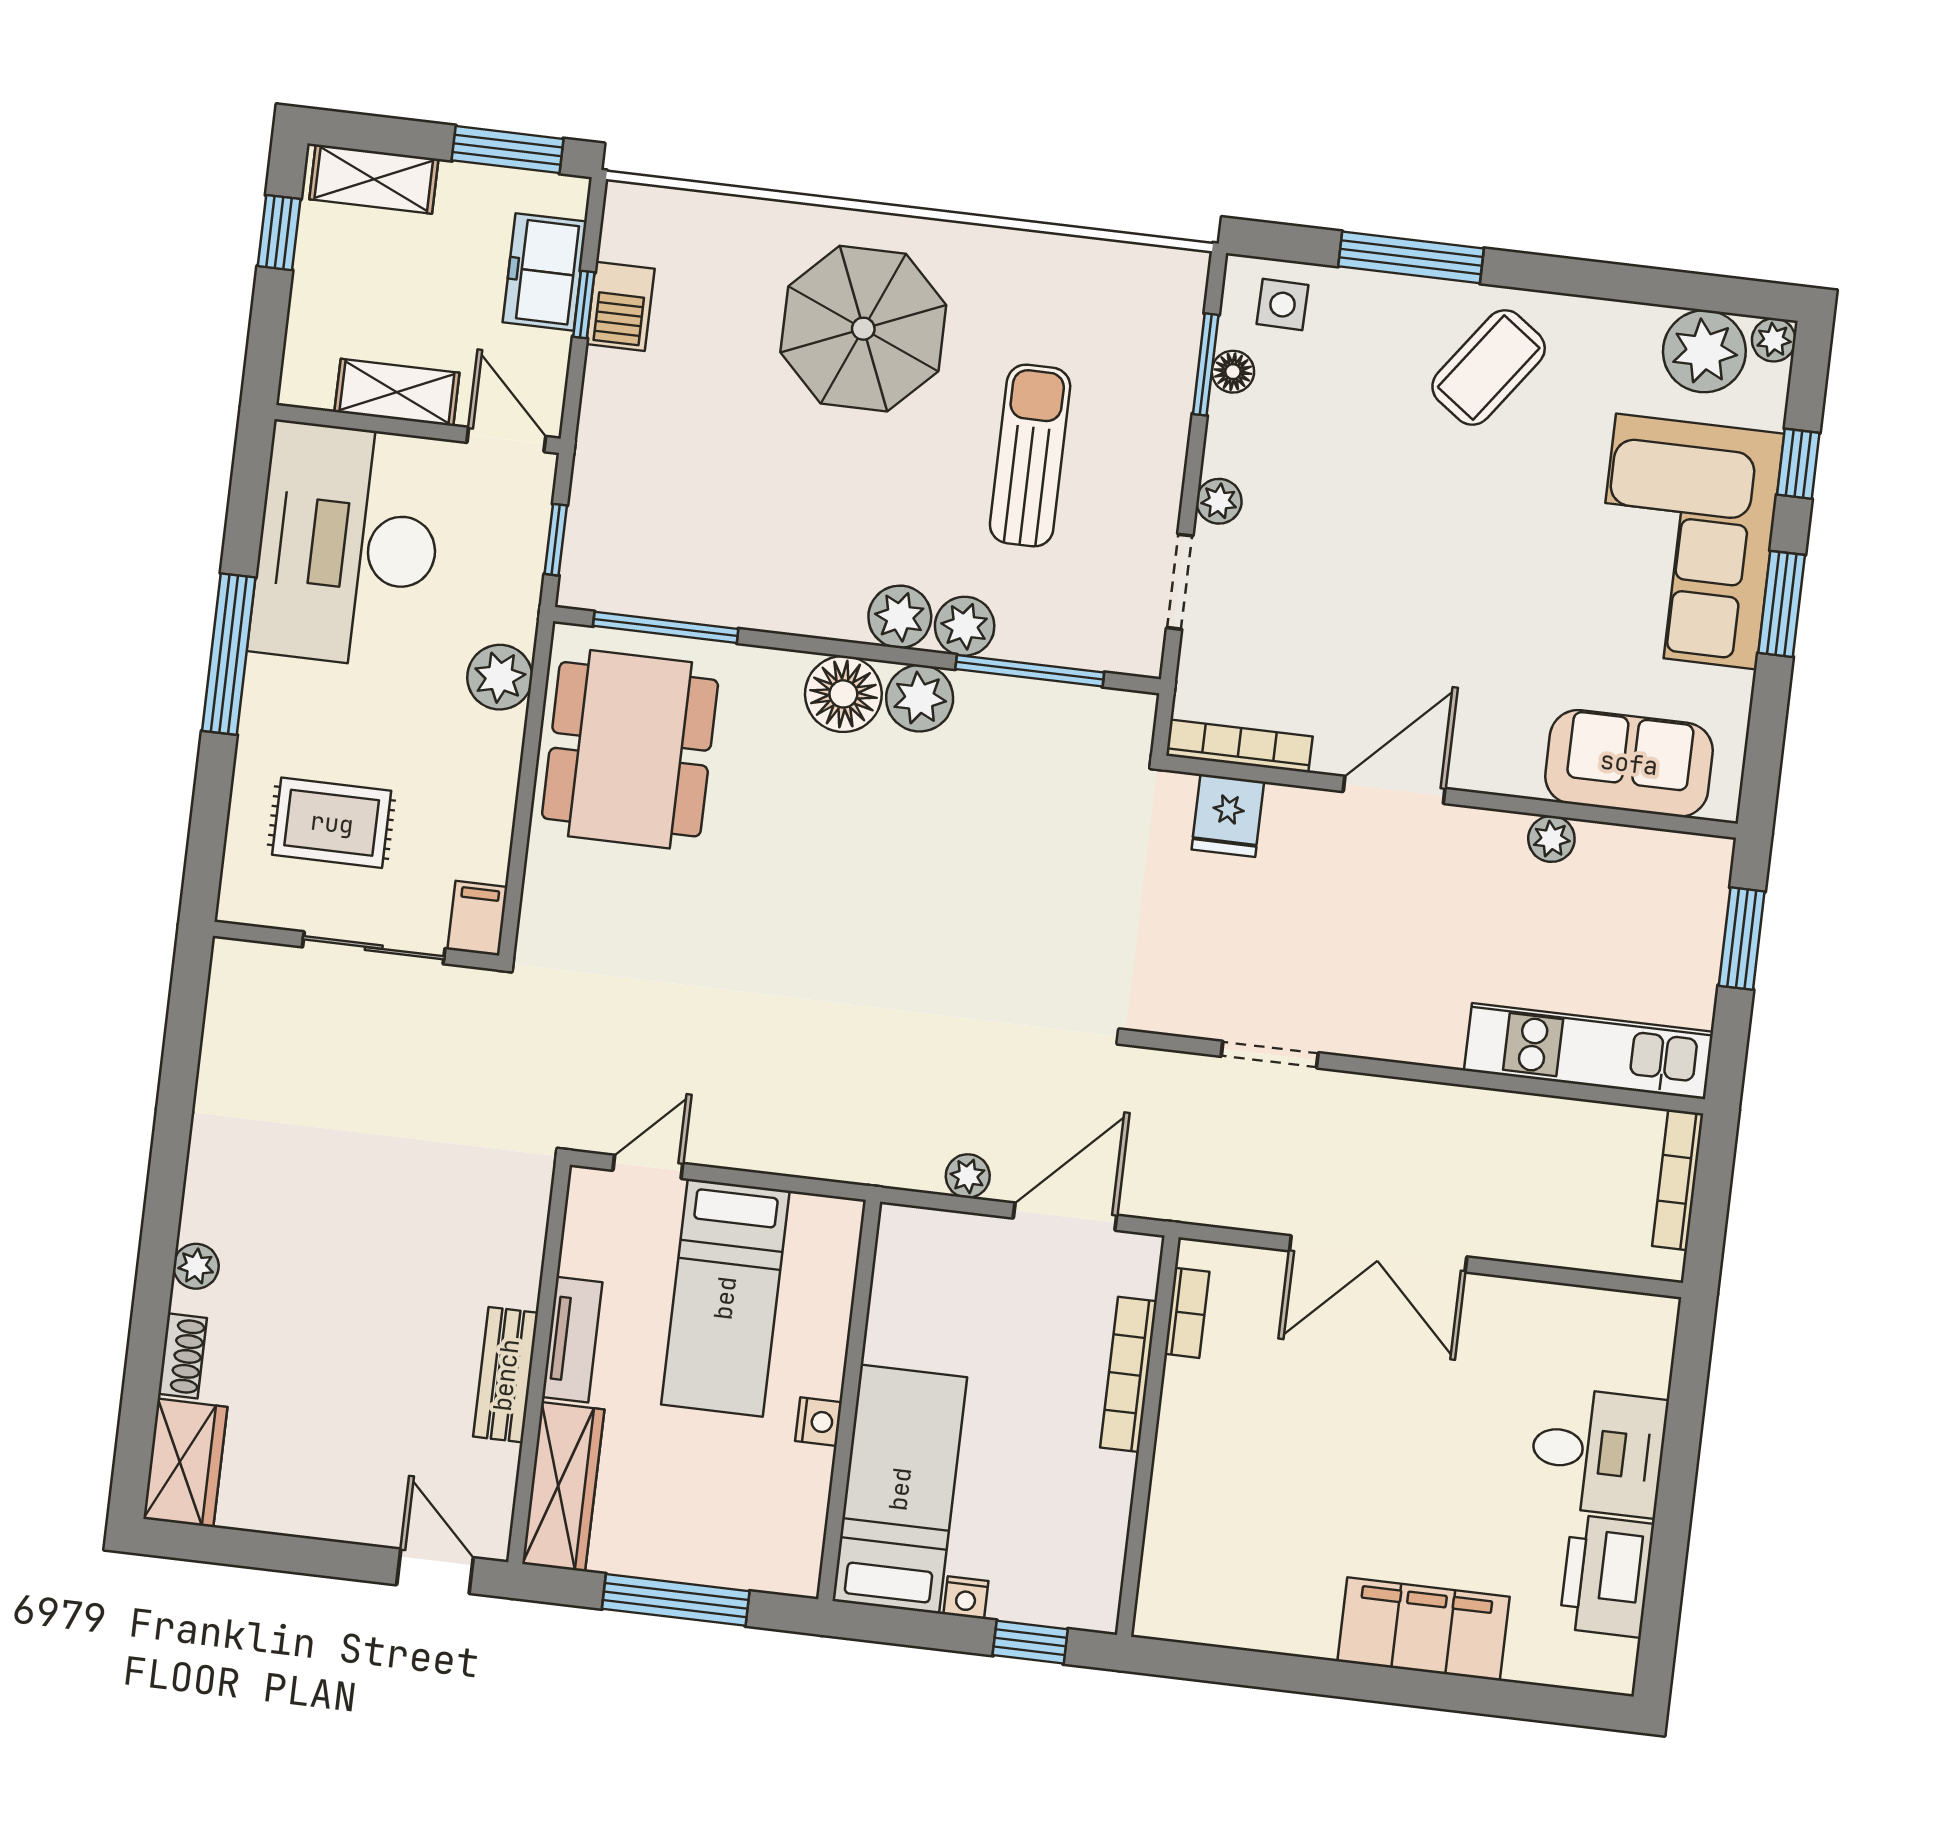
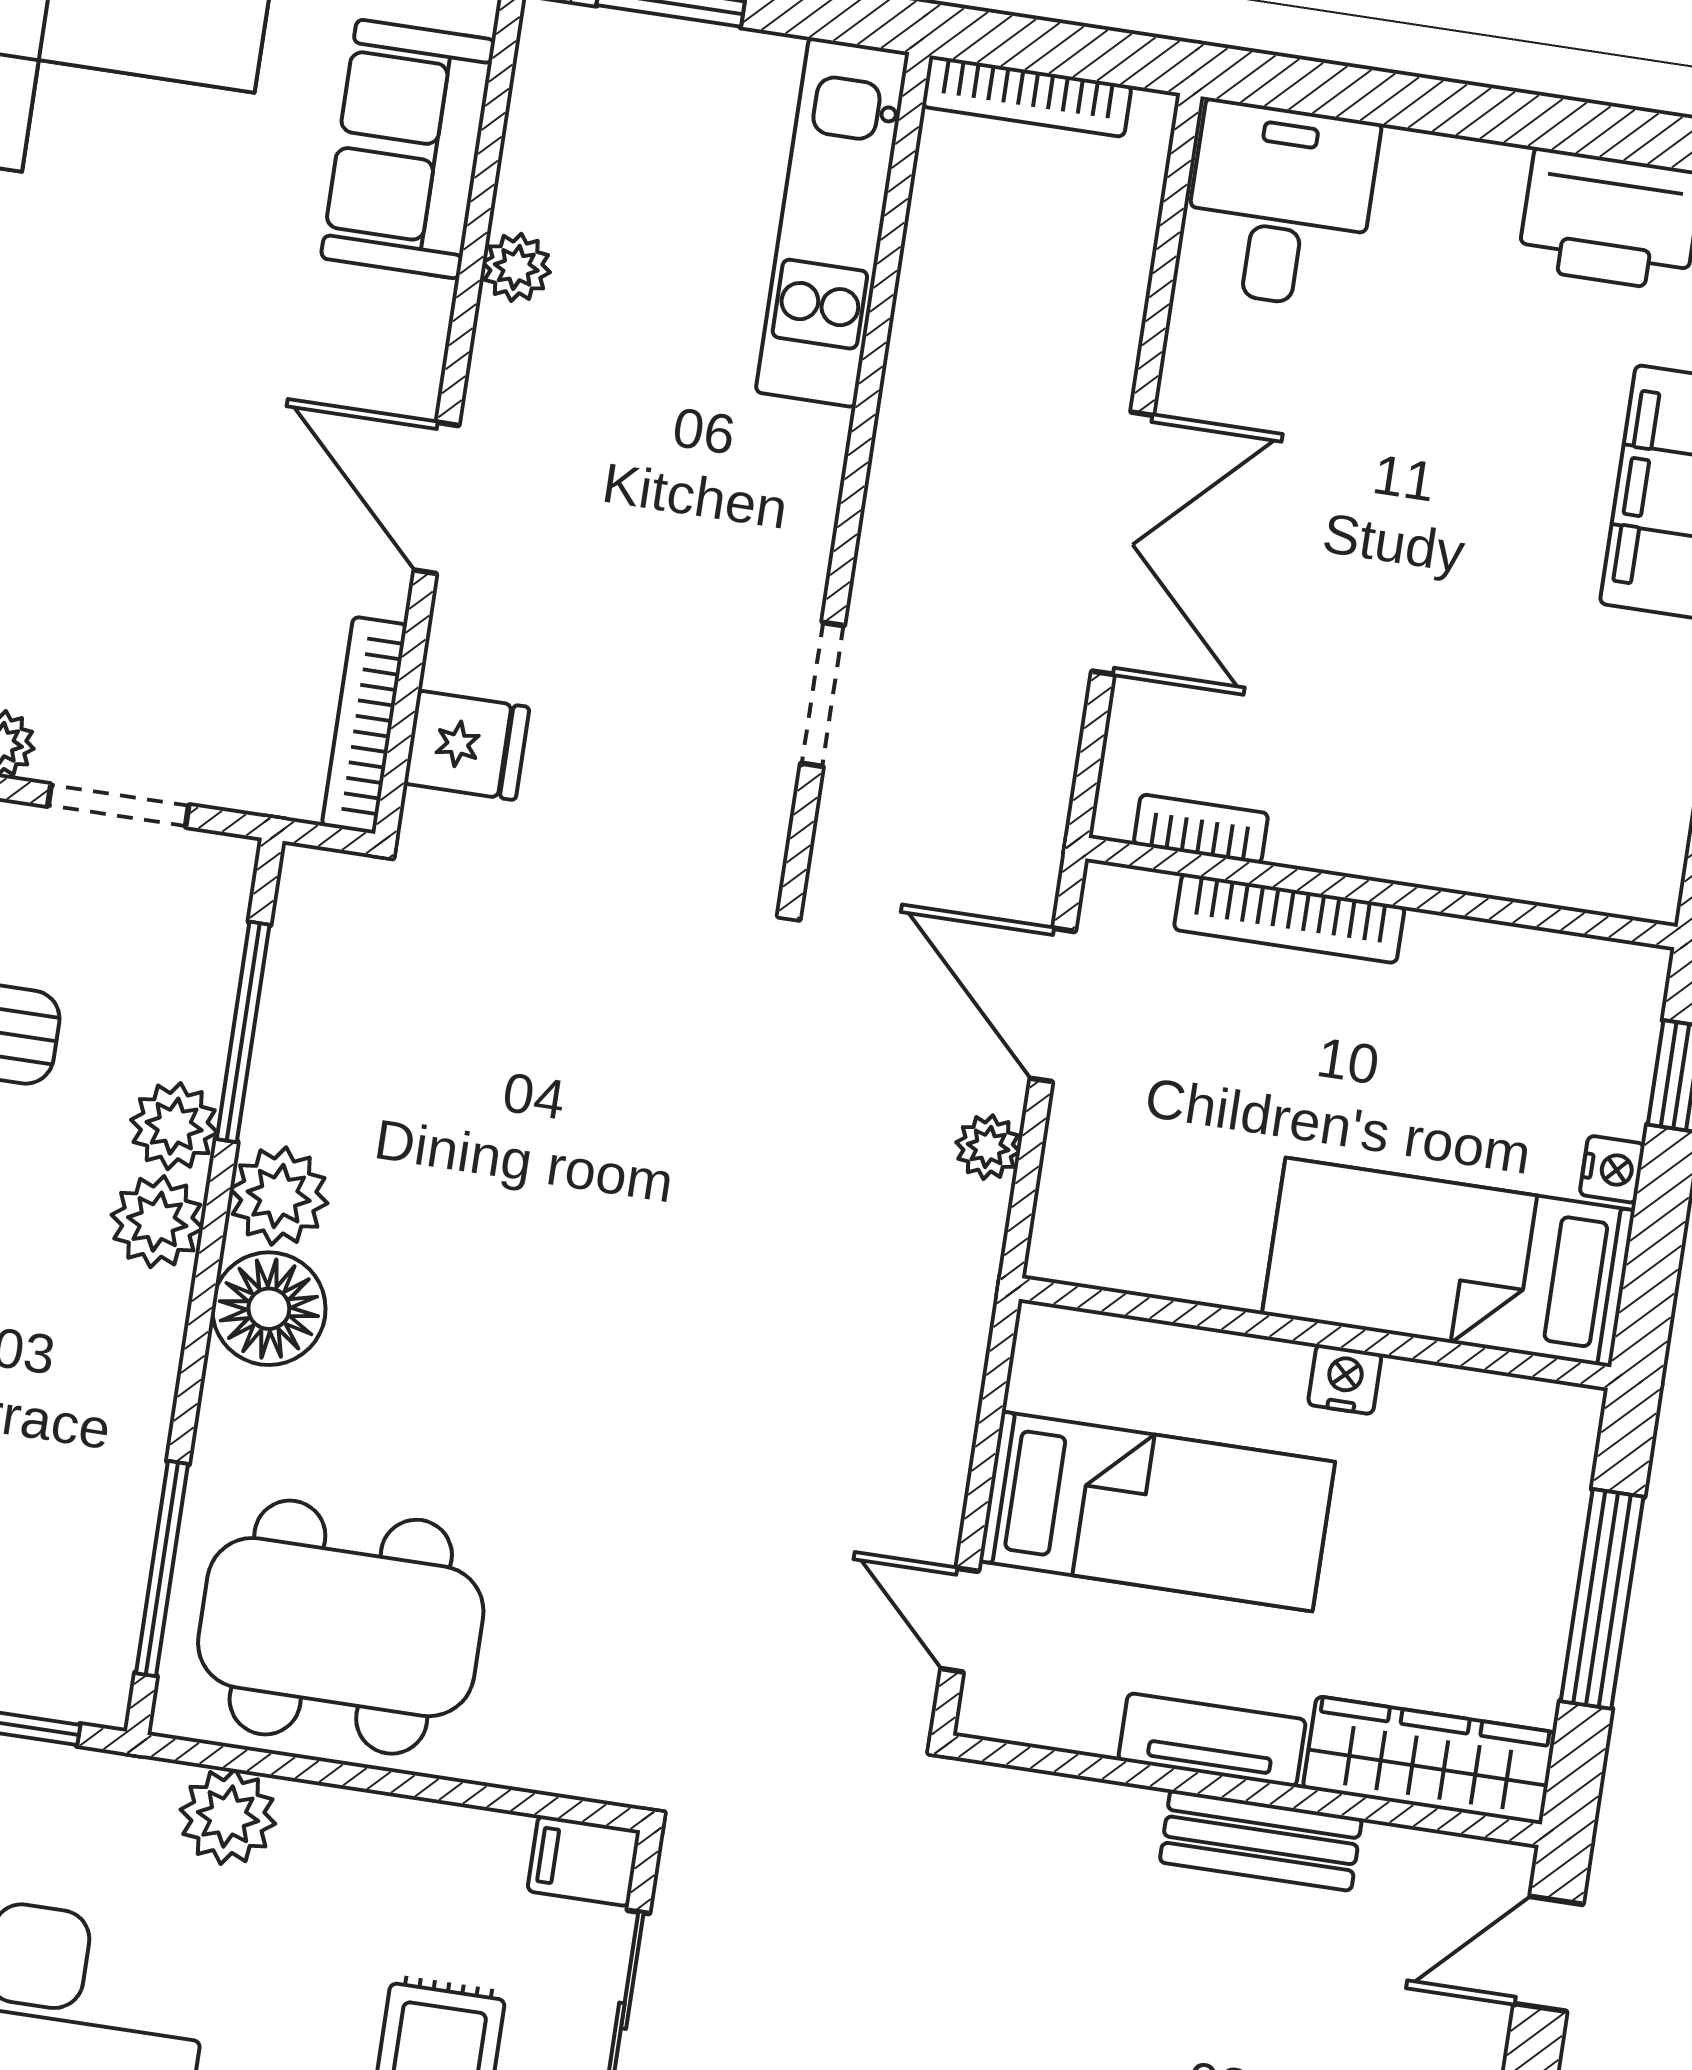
desk: (1598, 1452) -> (1280, 205), moved

